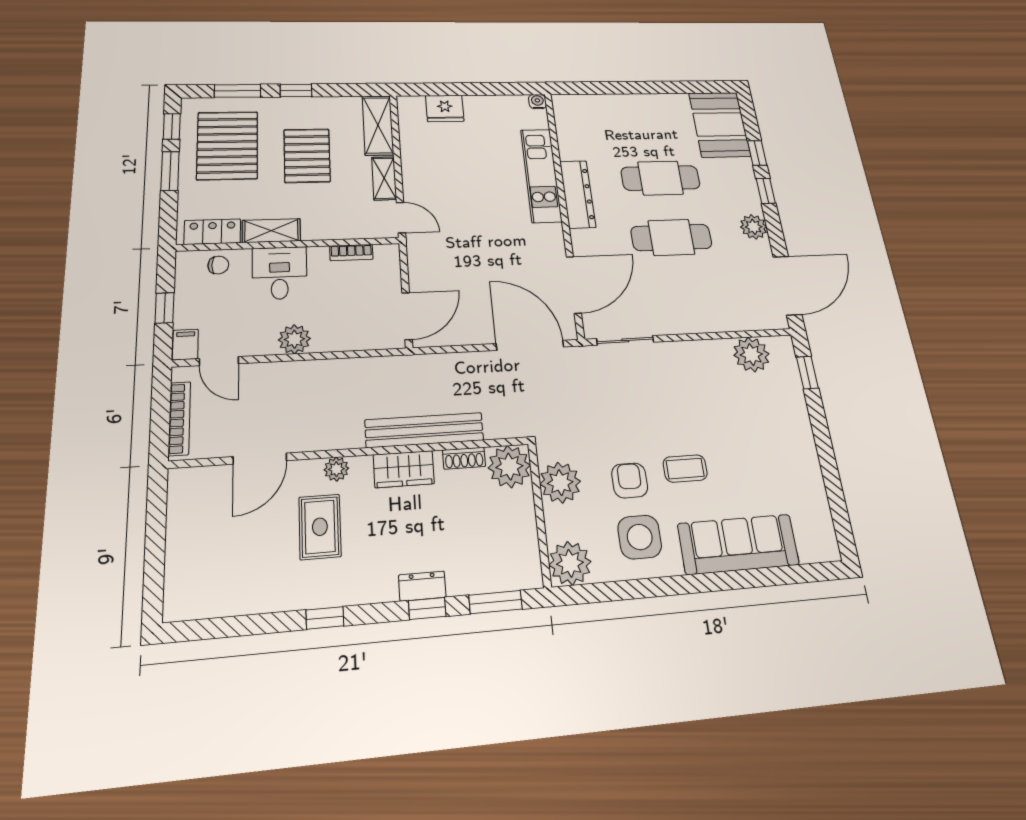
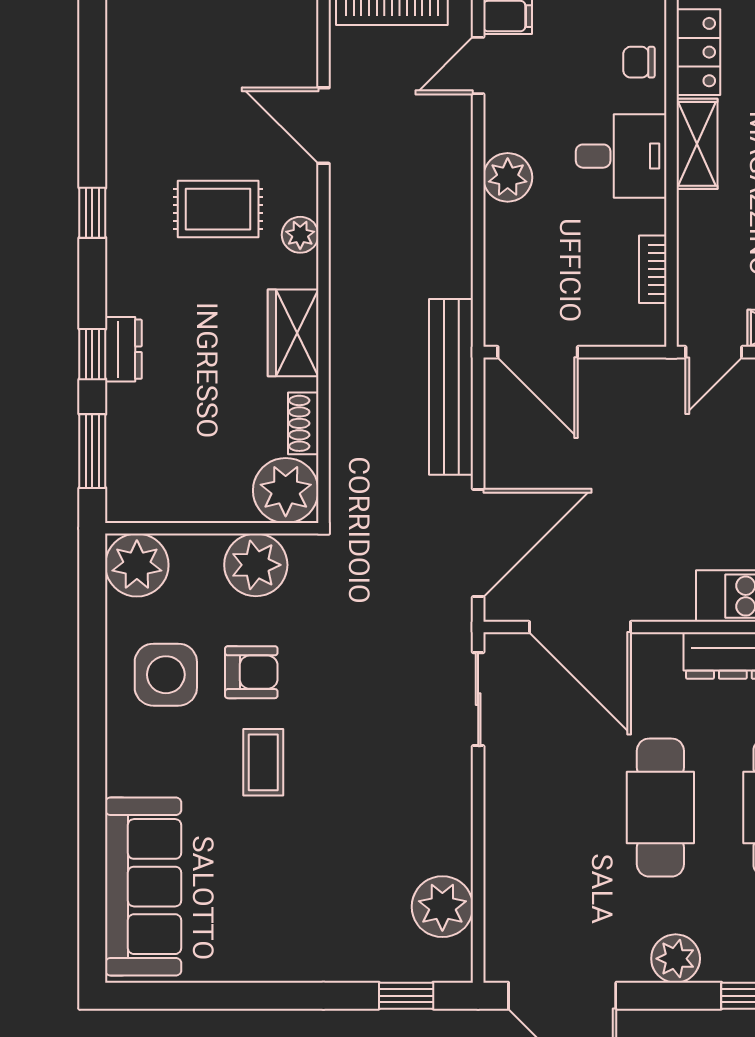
chair: (218, 265) -> (639, 62), turned 90
bench: (424, 430) -> (451, 387), moved
sofa: (738, 544) -> (143, 887), moved

